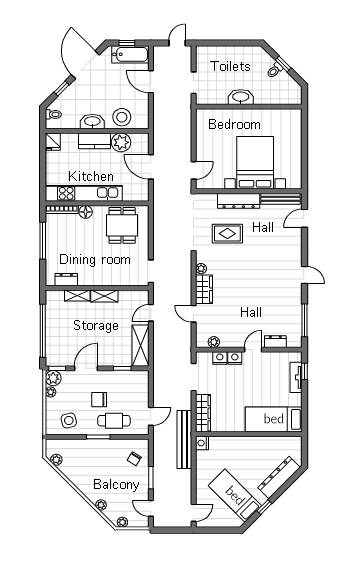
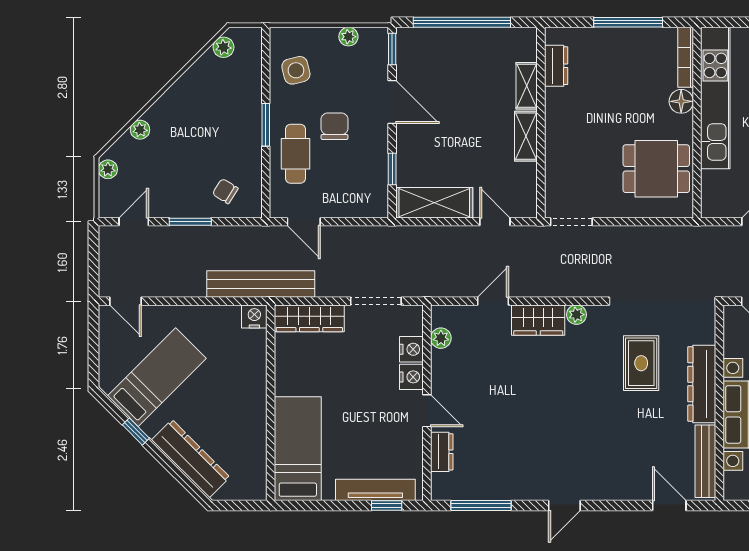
tv unit: (296, 377) -> (375, 490), width x1.41
plant: (53, 378) -> (374, 41), removed

